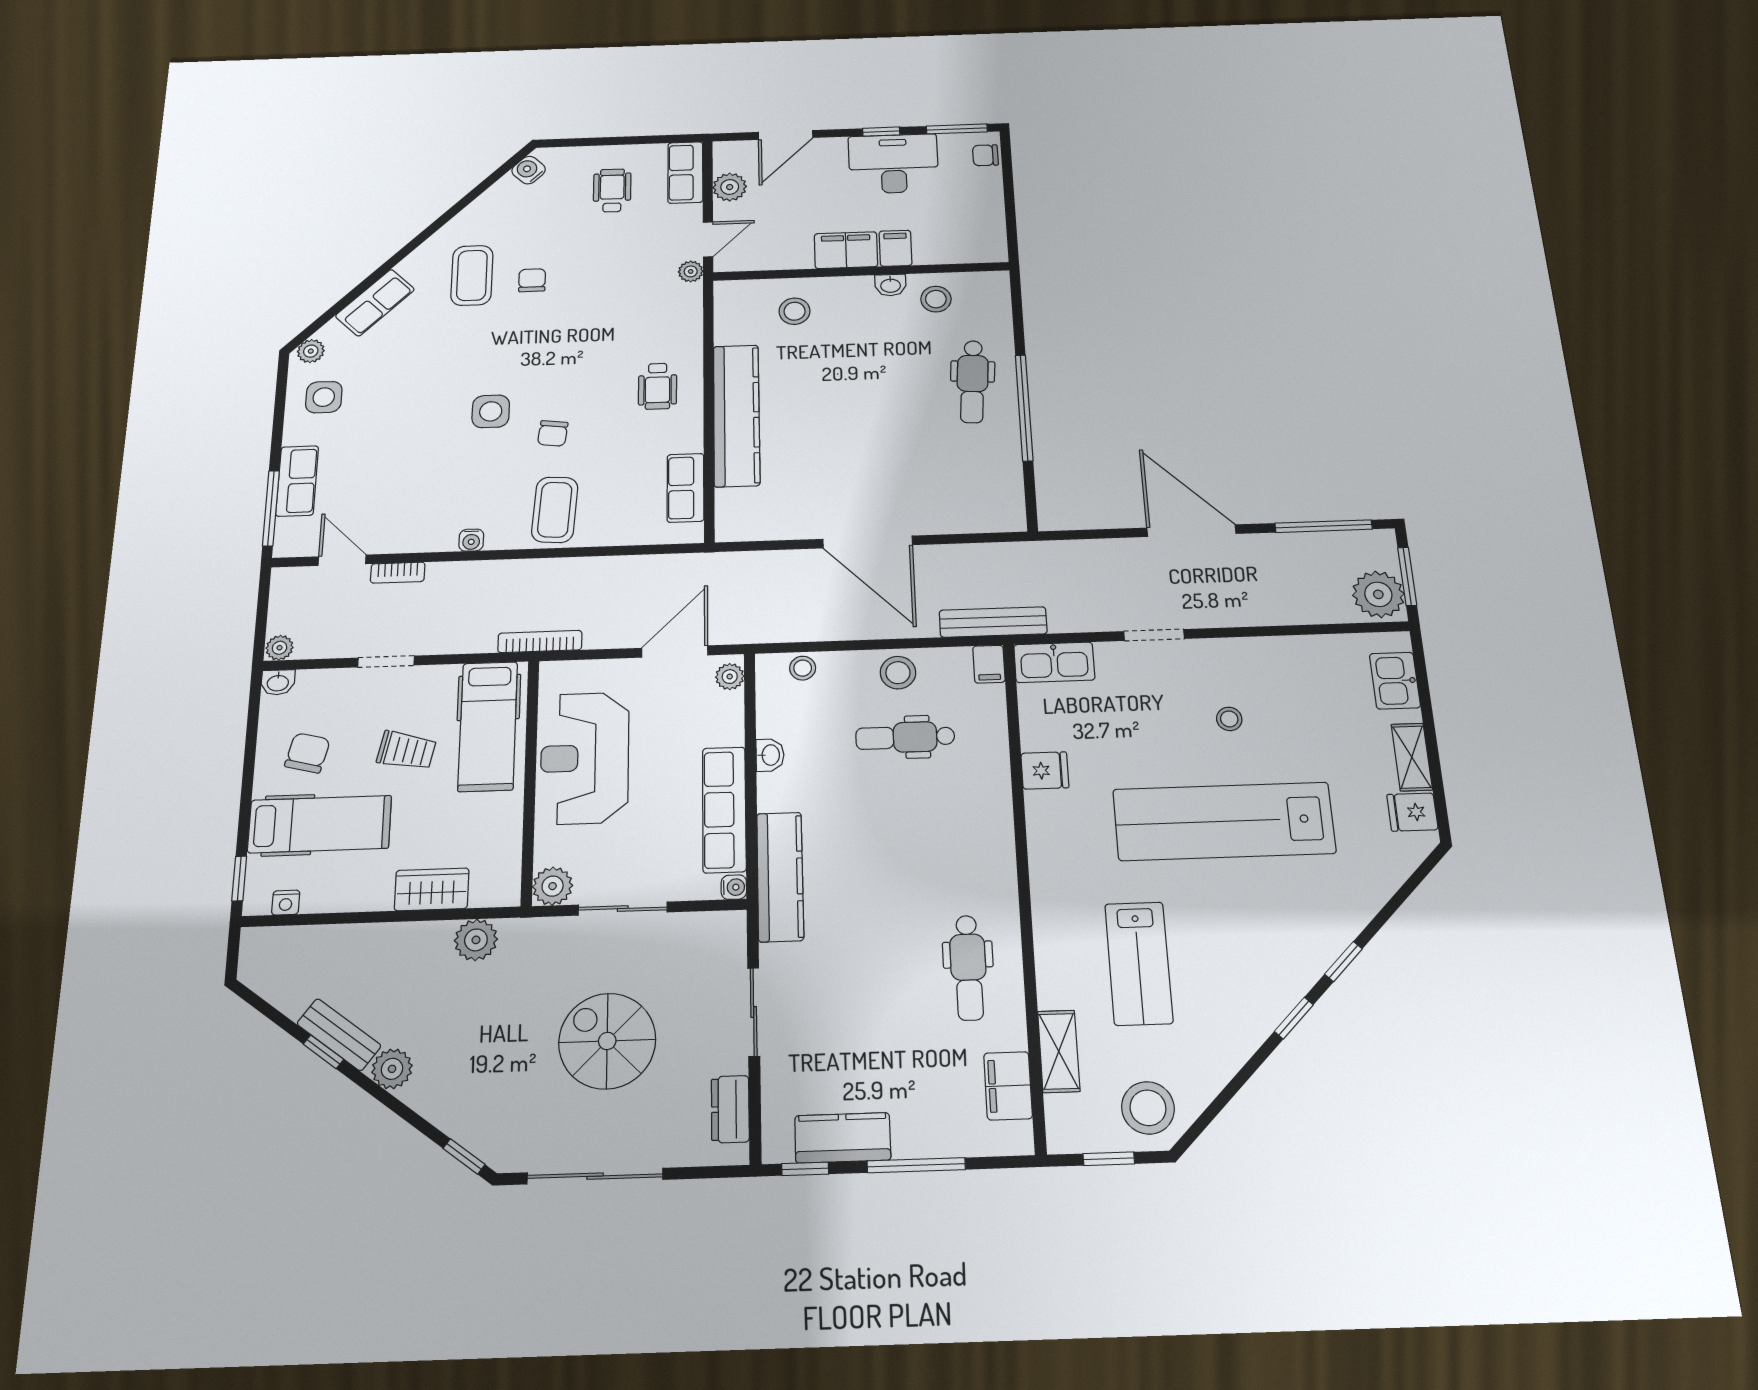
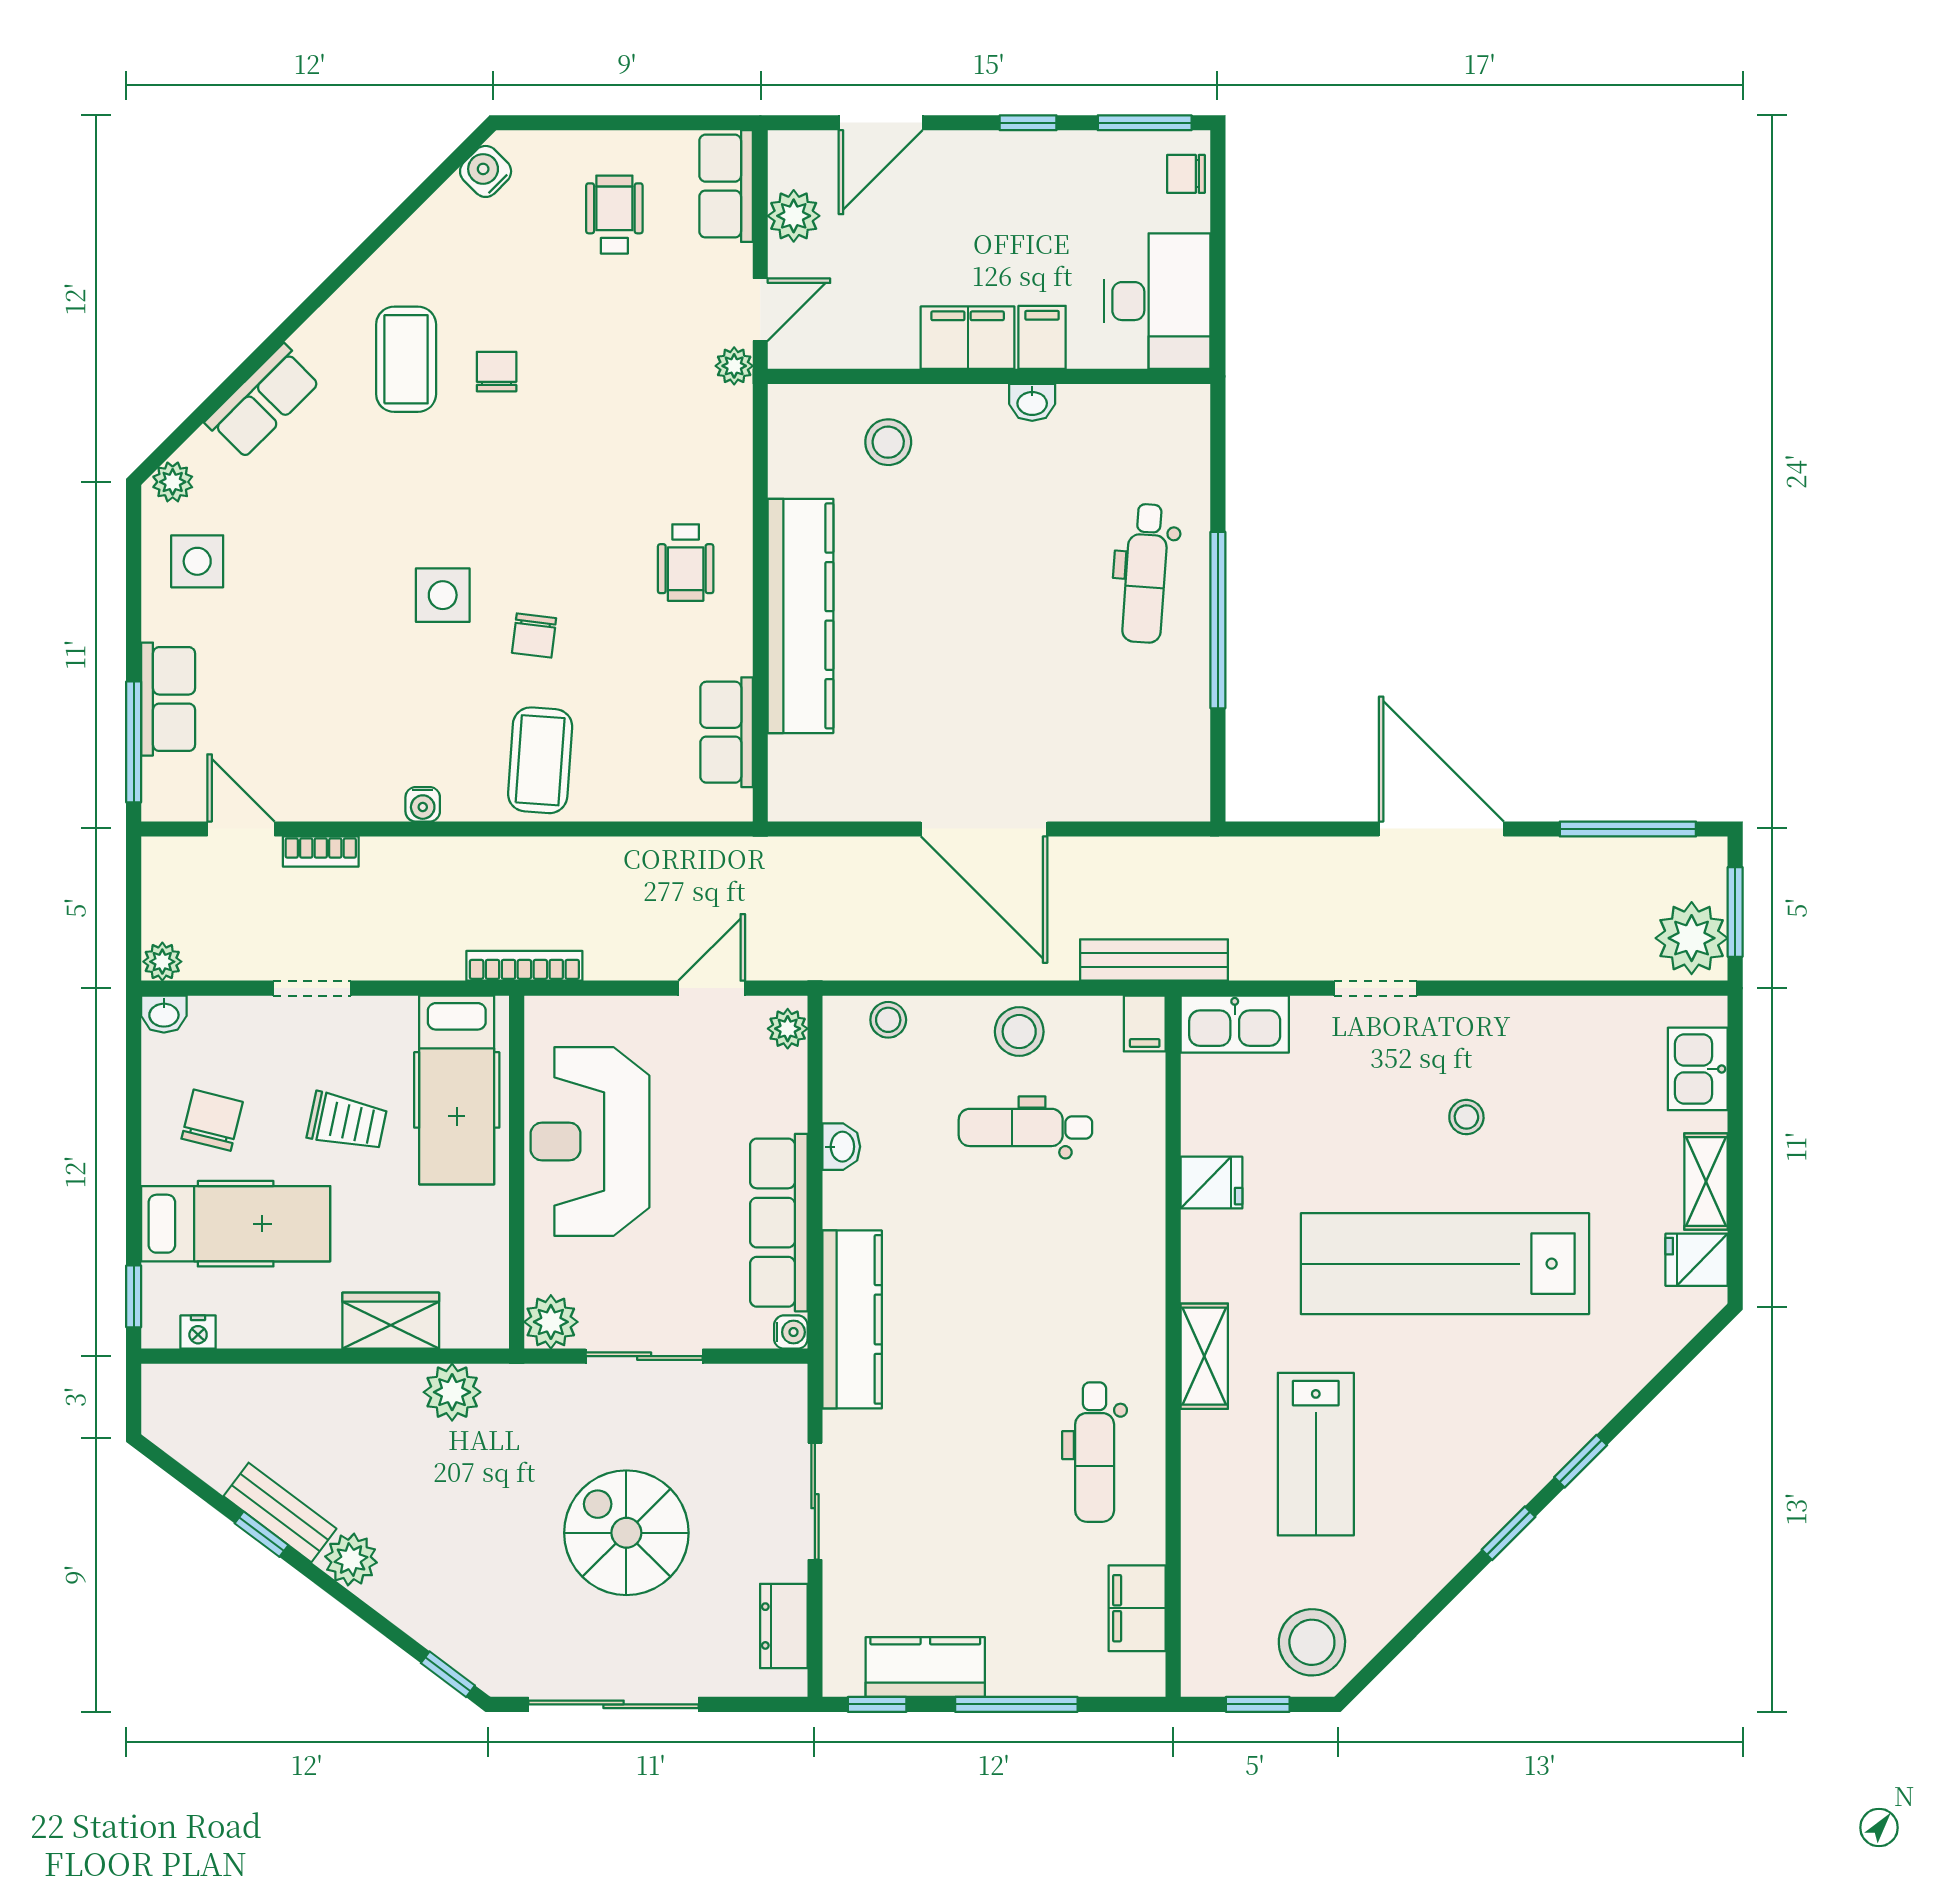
desk: (893, 164) -> (1157, 301), moved, turned 90
stool: (936, 299) -> (1099, 430), removed
door: (675, 652) -> (712, 988), width x0.73
shelving: (1059, 1051) -> (1204, 1356), moved

